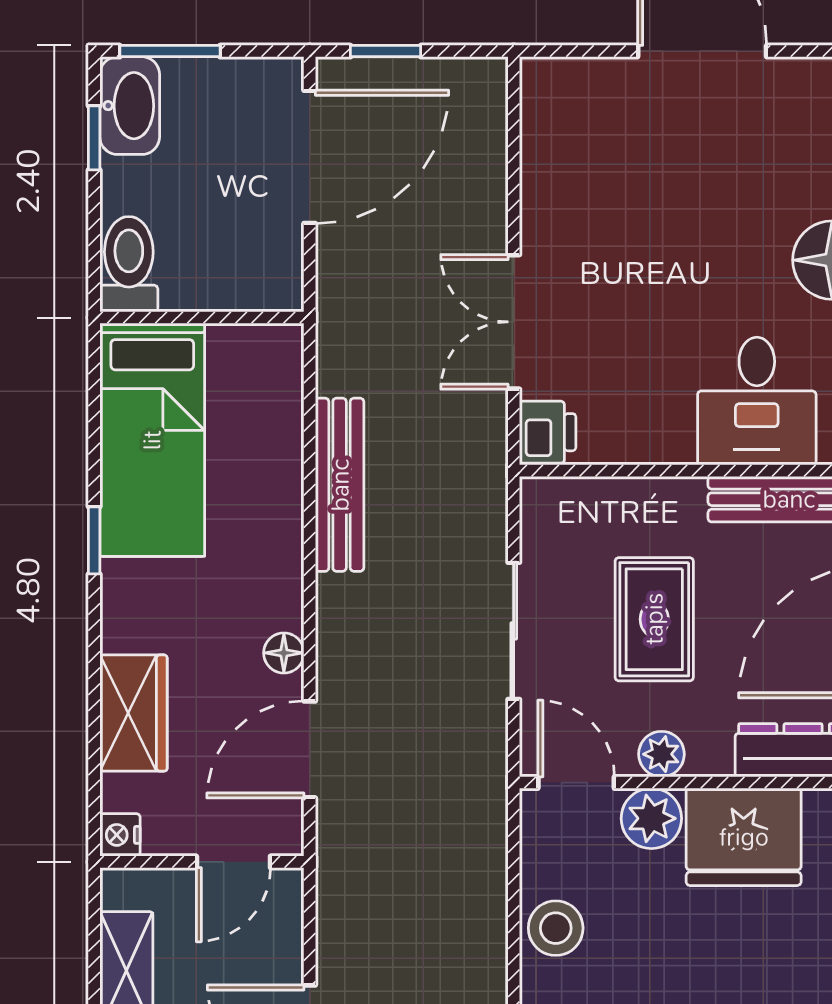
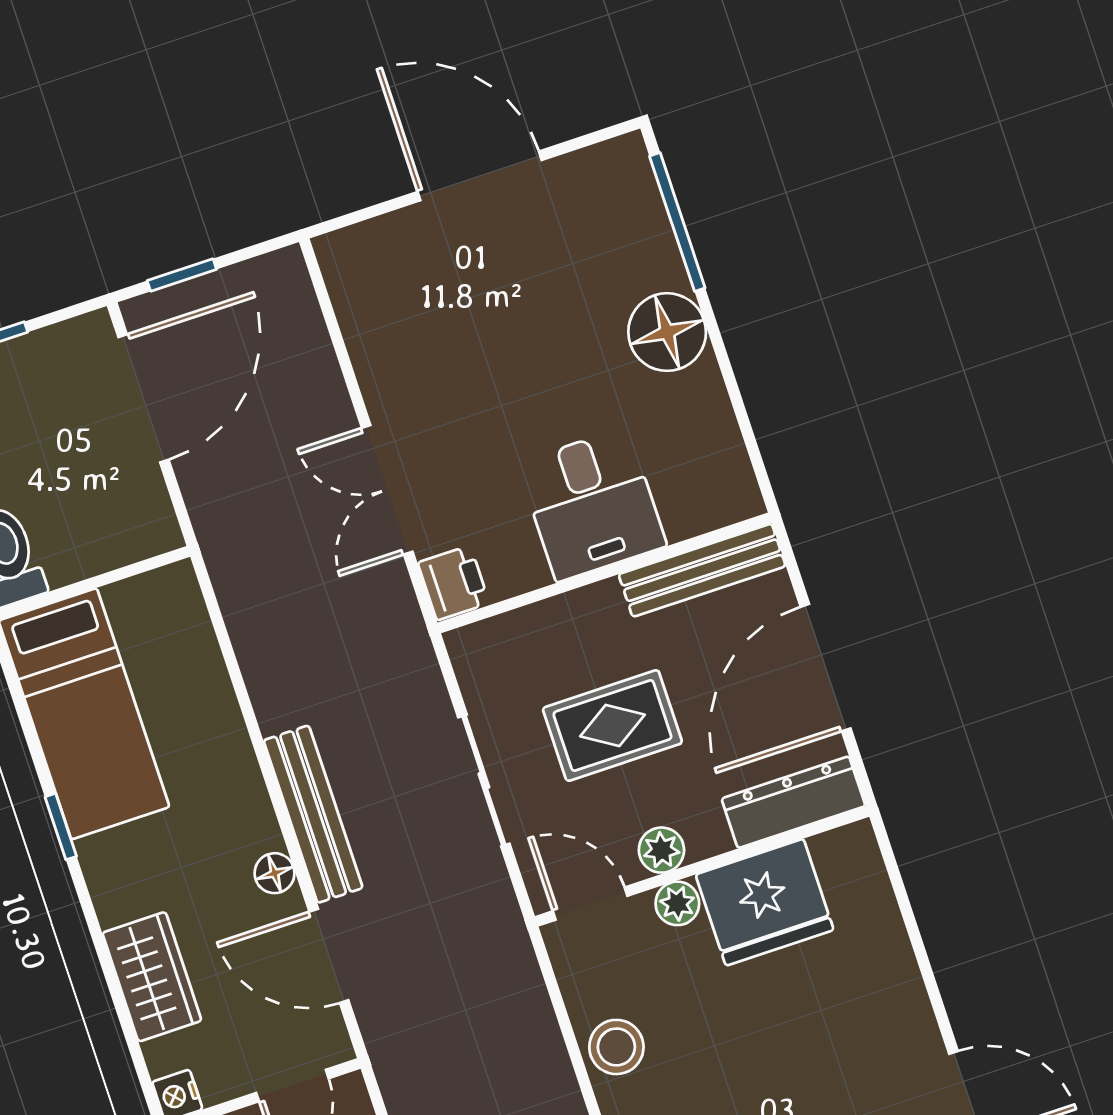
desk: (757, 401) -> (592, 504), moved
bench: (340, 485) -> (313, 814), moved
rug: (654, 619) -> (612, 726), turned 90
door: (310, 749) -> (329, 956), hinge flipped
plant: (651, 818) -> (677, 903), width x0.73, depth x0.73

